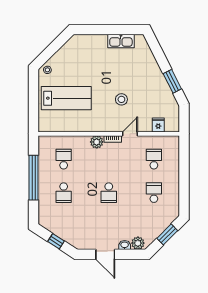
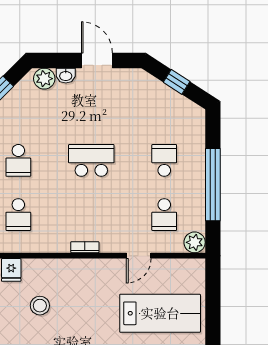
lab bench: (66, 98) -> (160, 313), turned 180
stool: (121, 99) -> (40, 306), moved
door: (130, 134) -> (139, 256), moved
plant: (97, 142) -> (195, 242), moved
school desk: (109, 193) -> (91, 160), width x1.85

